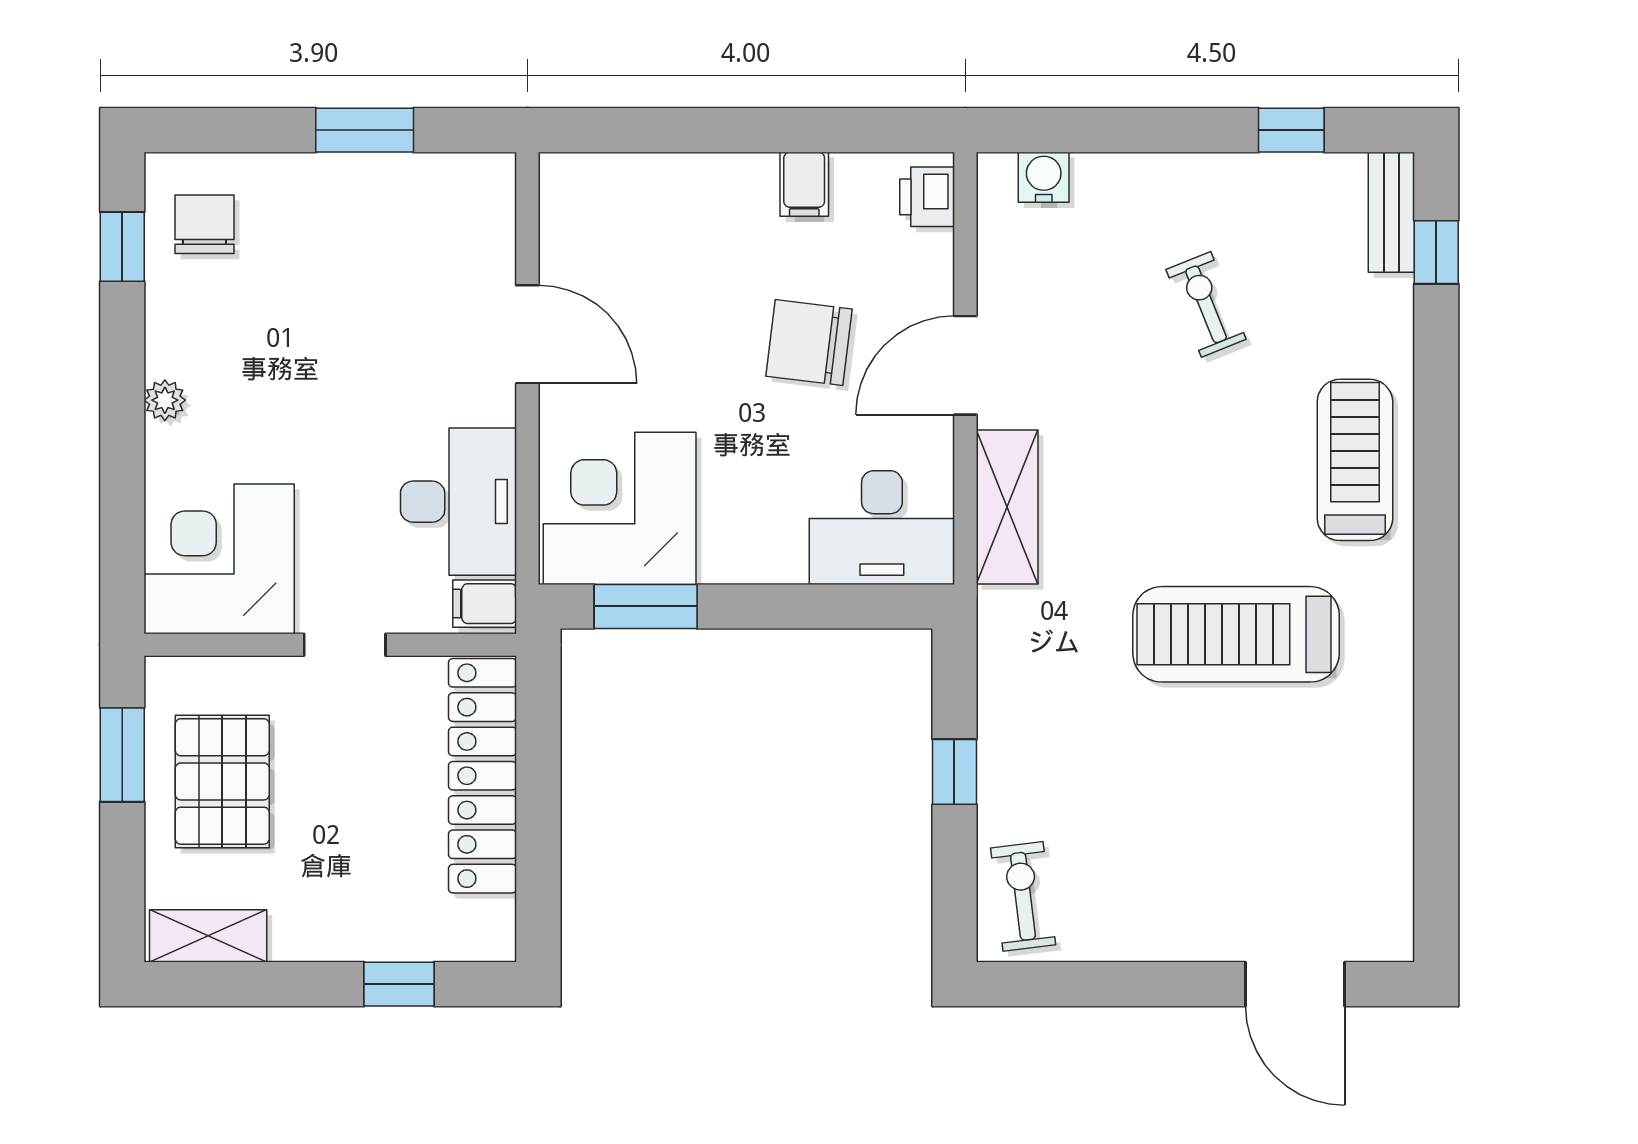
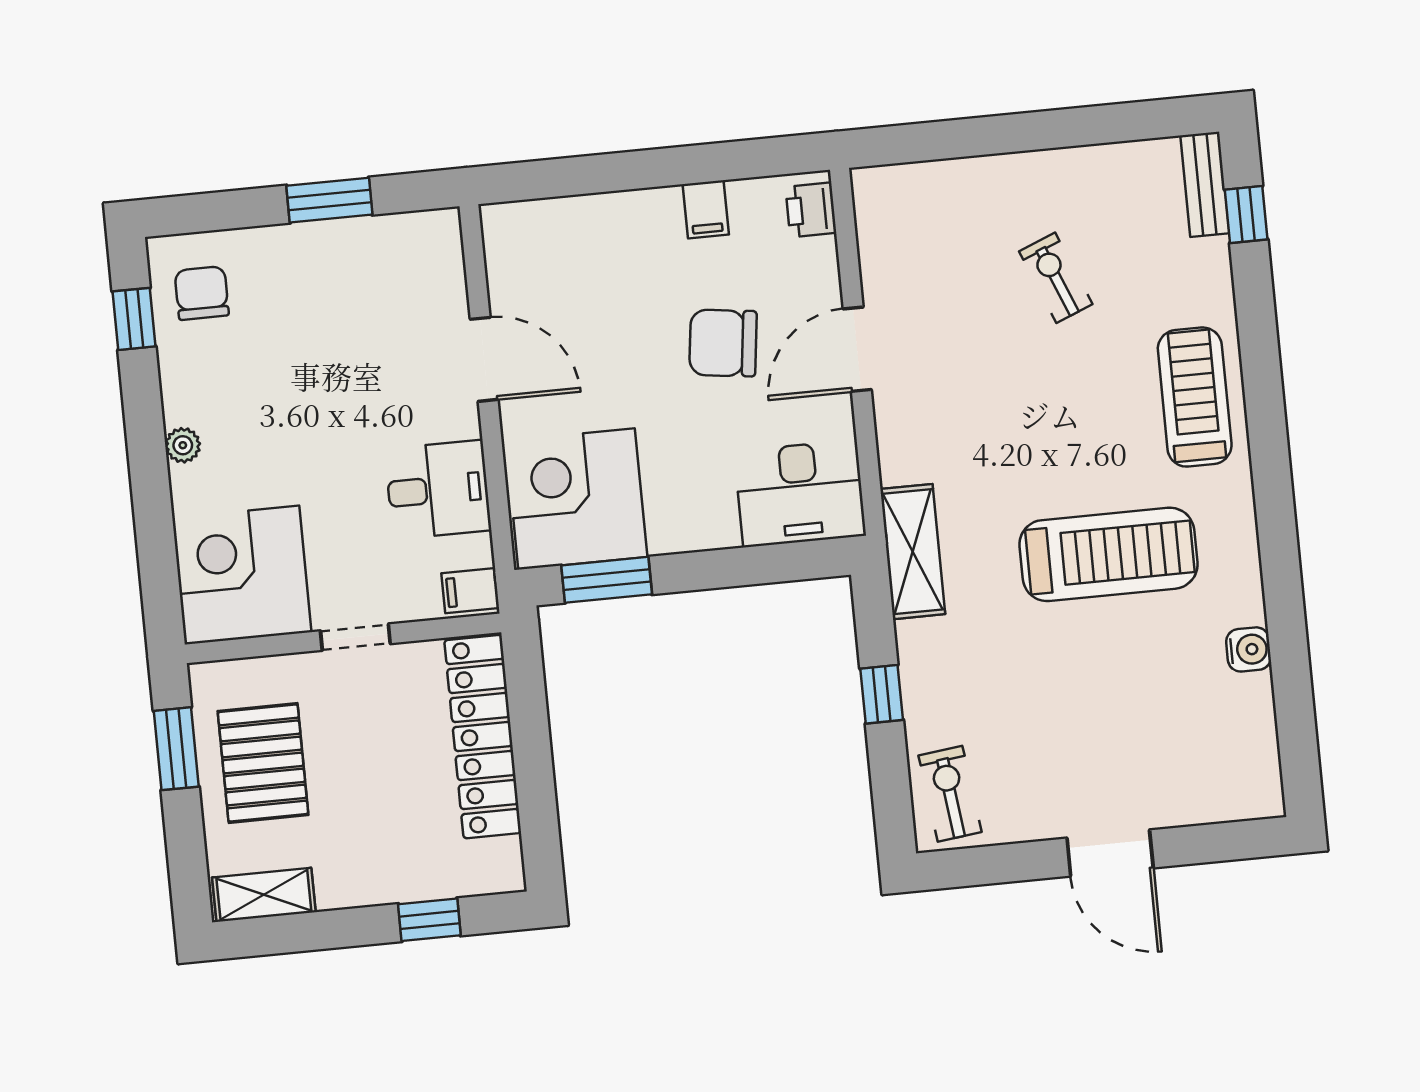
window: (1291, 130) -> (1113, 123), removed
water cooler: (1044, 177) -> (1249, 649), moved, turned 90
desk: (459, 502) -> (438, 490), width x0.73
shelving: (1007, 507) -> (913, 552), moved
treadmill: (1236, 634) -> (1108, 554), turned 180
door: (1295, 984) -> (1110, 853), moved

